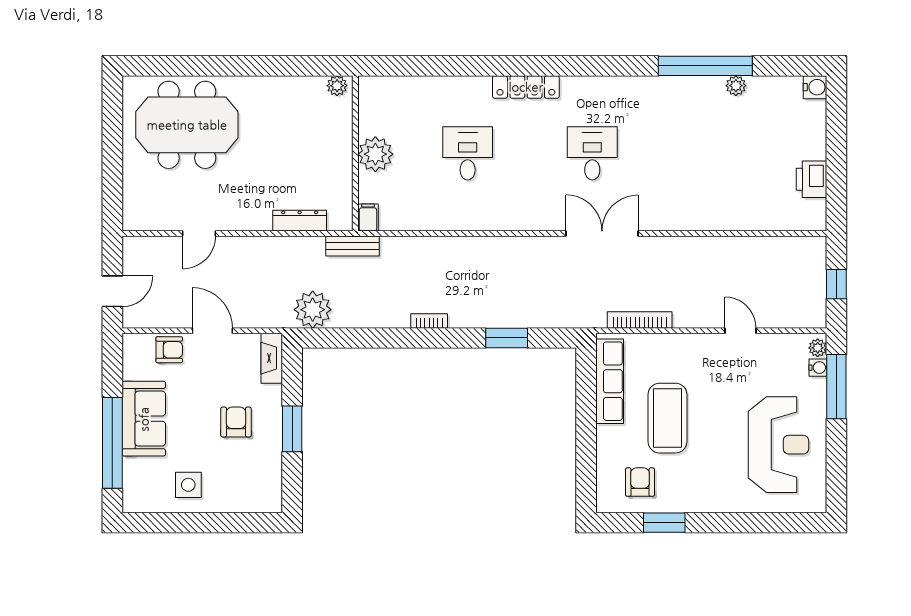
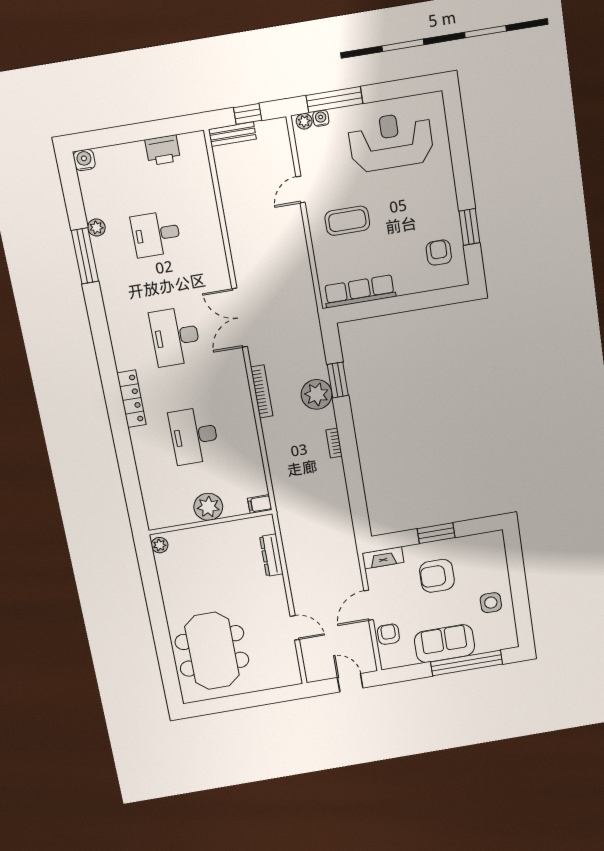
window: (705, 66) -> (85, 256), width x0.68
desk: (468, 153) -> (194, 436), width x1.37
desk: (592, 153) -> (175, 337), width x1.37
desk: (717, 153) -> (156, 234), added
bench: (353, 246) -> (232, 134), moved, turned 90
plant: (313, 310) -> (317, 394), moved
bookcase: (640, 320) -> (262, 391), moved, turned 180
coffee table: (667, 418) -> (347, 221), moved, width x0.73, depth x0.76
armchair: (236, 422) -> (437, 576), width x1.38, depth x1.38
armchair: (640, 482) -> (439, 253), turned 90

